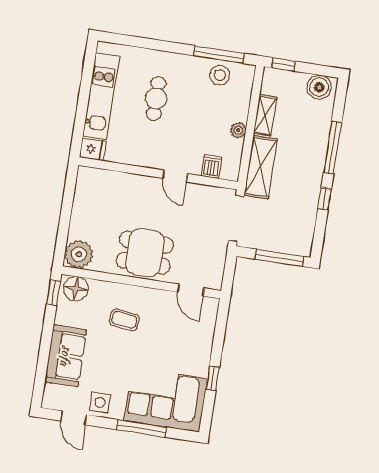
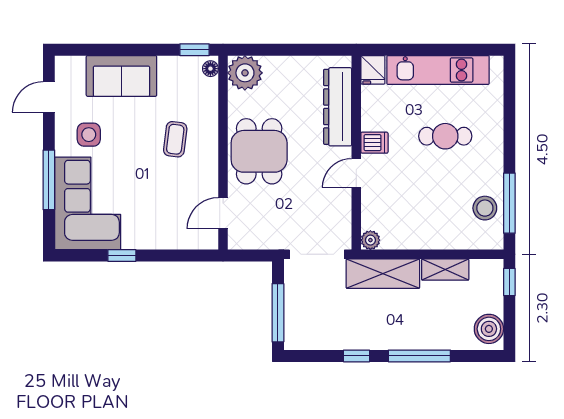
plant: (238, 130) -> (370, 240), moved
dishwasher: (211, 166) -> (374, 143), moved
dresser: (118, 183) -> (338, 107), added
floor lamp: (76, 289) -> (210, 69), width x0.53, depth x0.53
side table: (100, 402) -> (89, 135), moved

